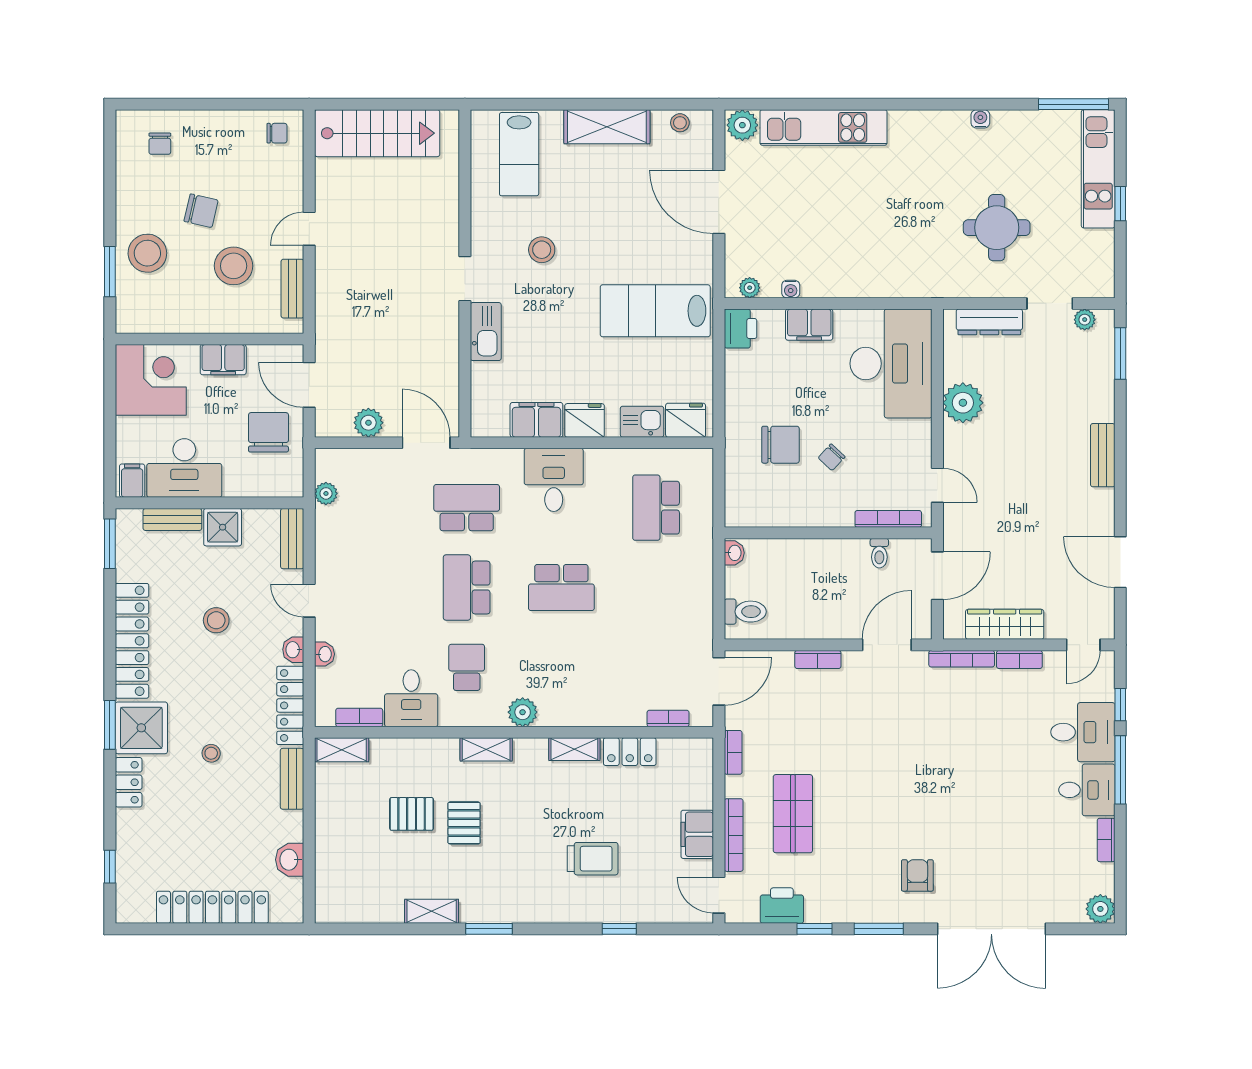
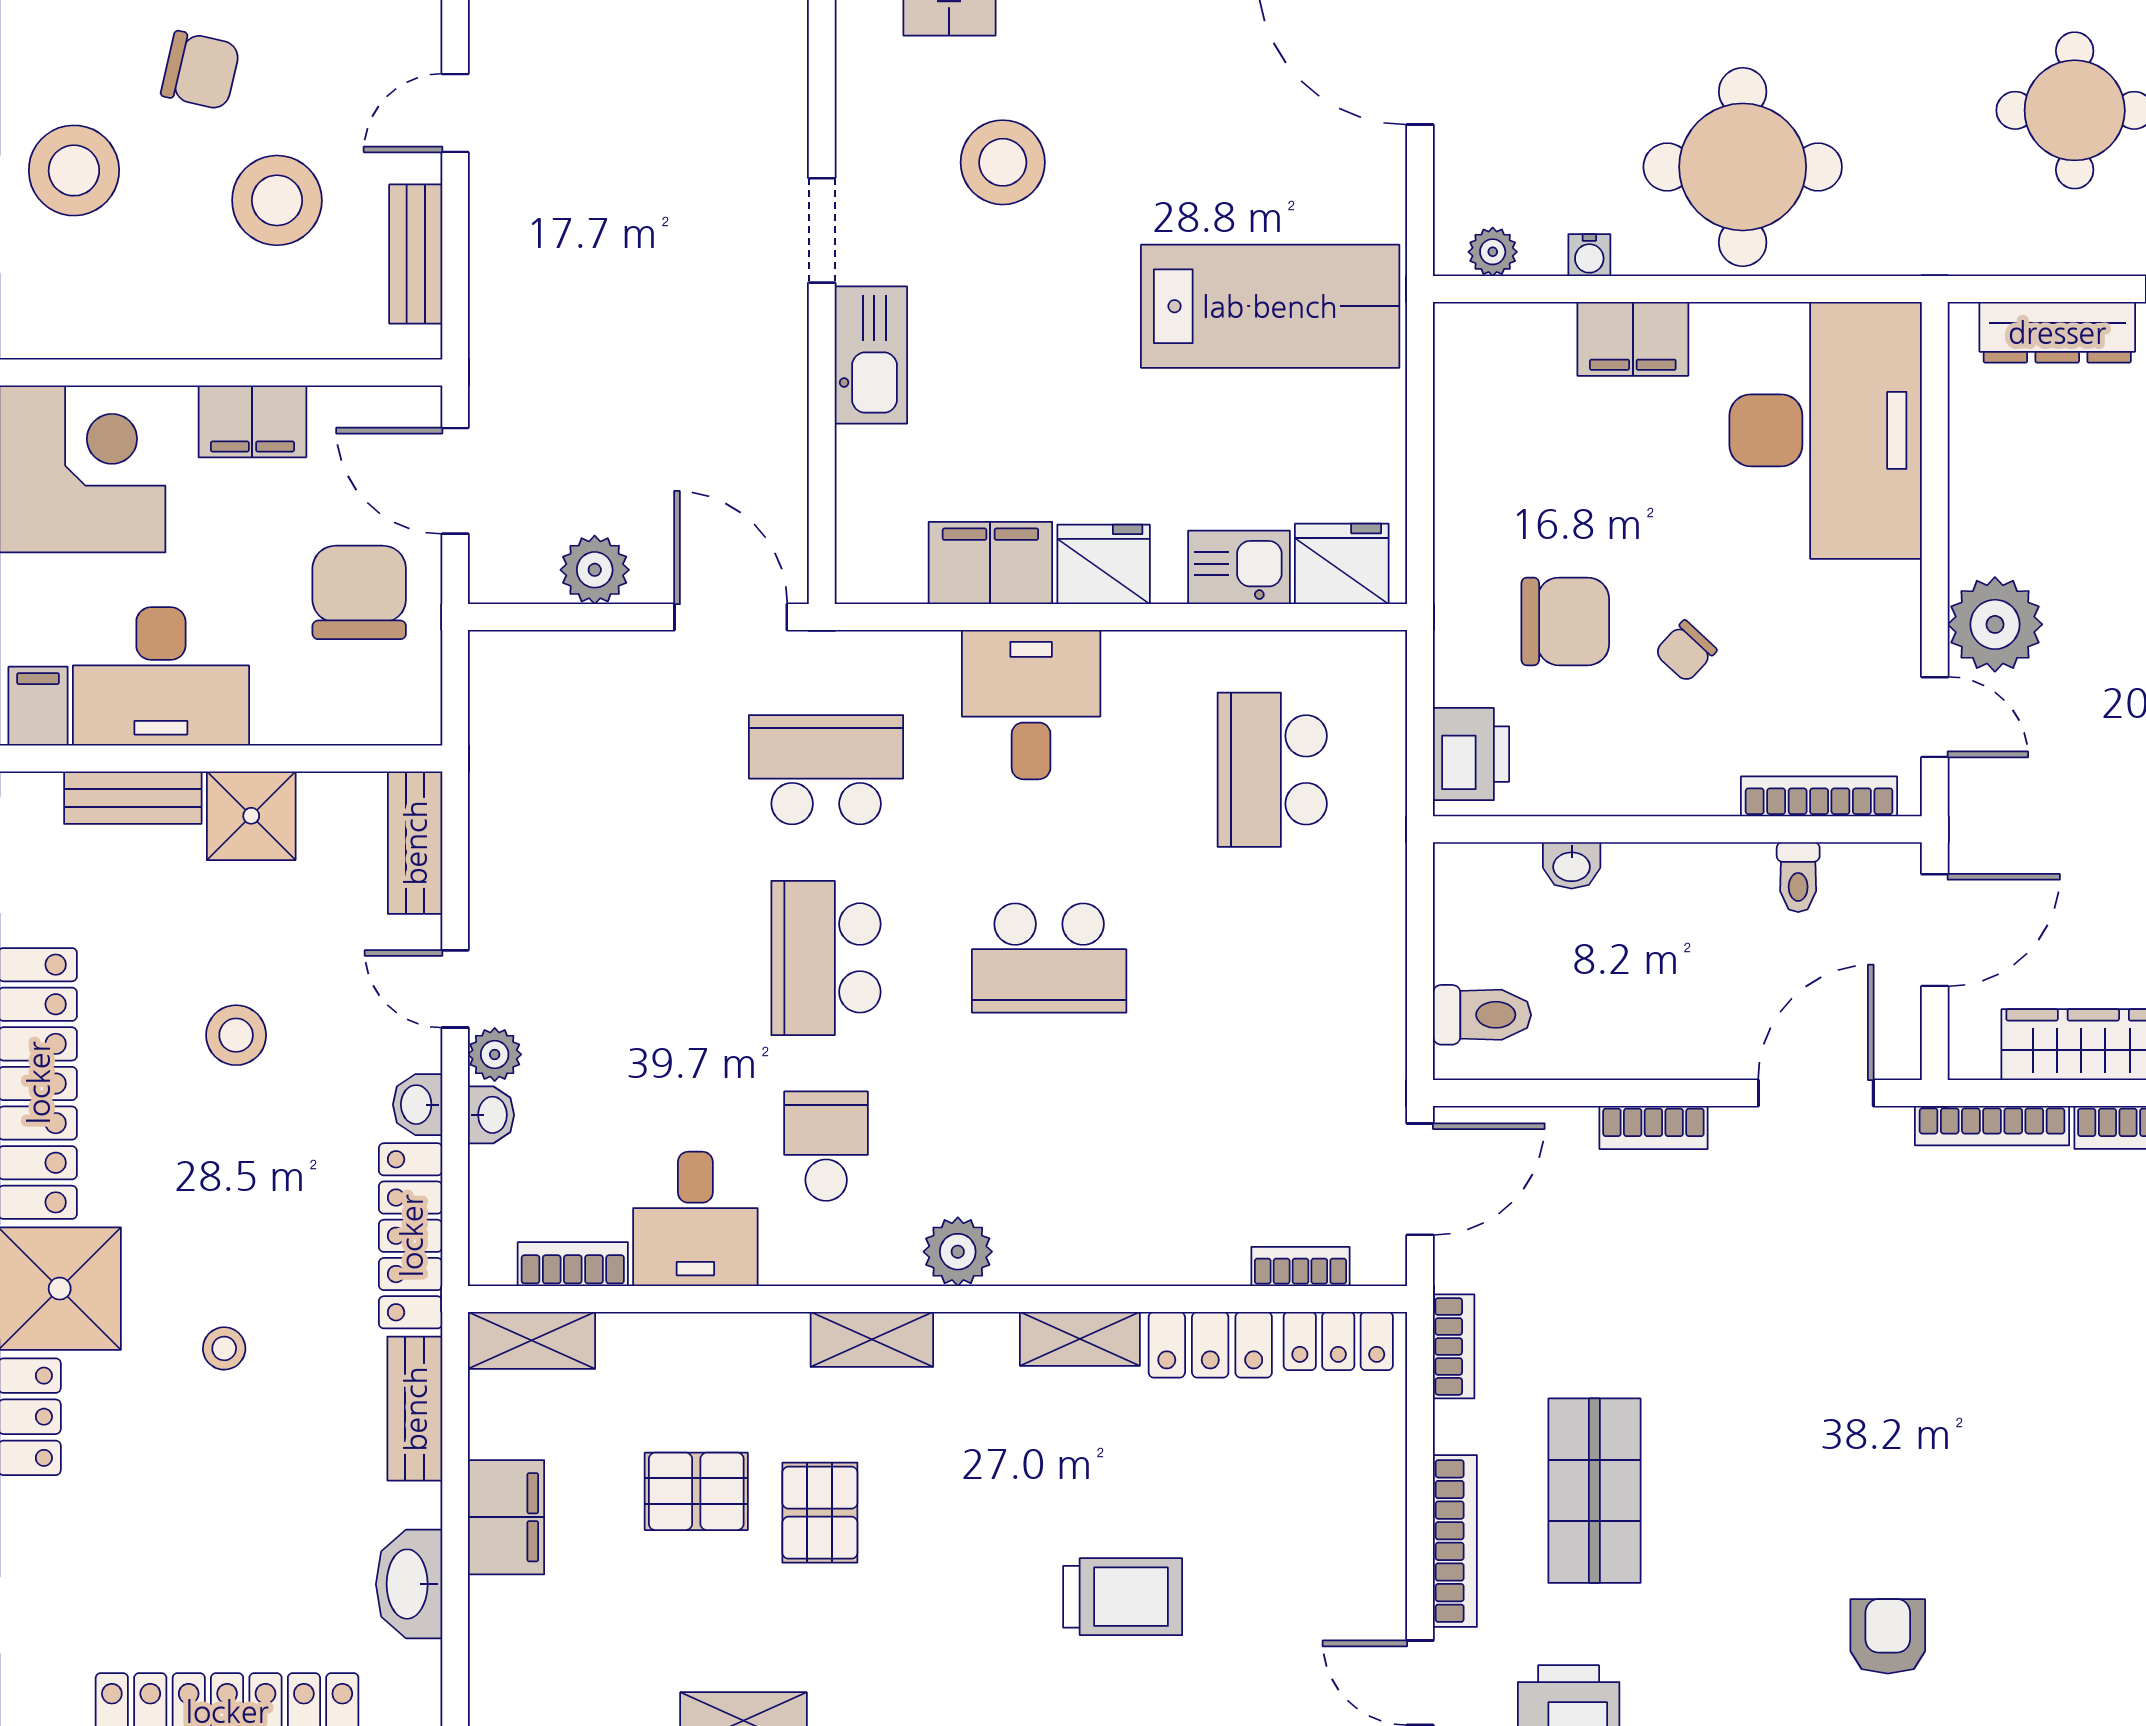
stool: (542, 250) -> (1003, 162), width x1.38, depth x1.38
round table: (856, 252) -> (1743, 167), added
lab bench: (655, 311) -> (1270, 306), turned 180
printer: (740, 329) -> (1471, 754), moved
plant: (963, 403) -> (1995, 624), moved
plant: (326, 493) -> (495, 1054), moved
washbasin: (734, 553) -> (1572, 865), moved, turned 90
locker: (684, 750) -> (1338, 1341), added
filing cabinet: (697, 834) -> (506, 1517), moved, turned 180
washbasin: (290, 860) -> (409, 1584), width x1.38

